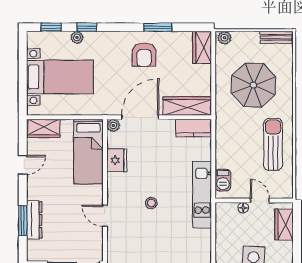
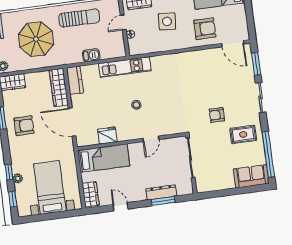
plant: (113, 125) -> (81, 142), removed
sun lounger: (273, 144) -> (79, 18), turned 180
barbecue: (223, 180) -> (91, 55), moved

